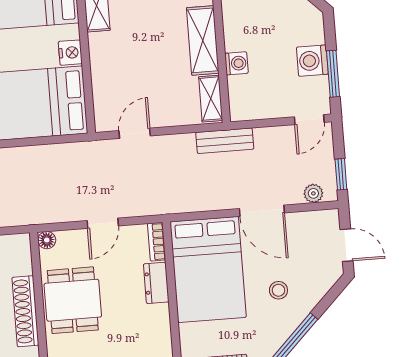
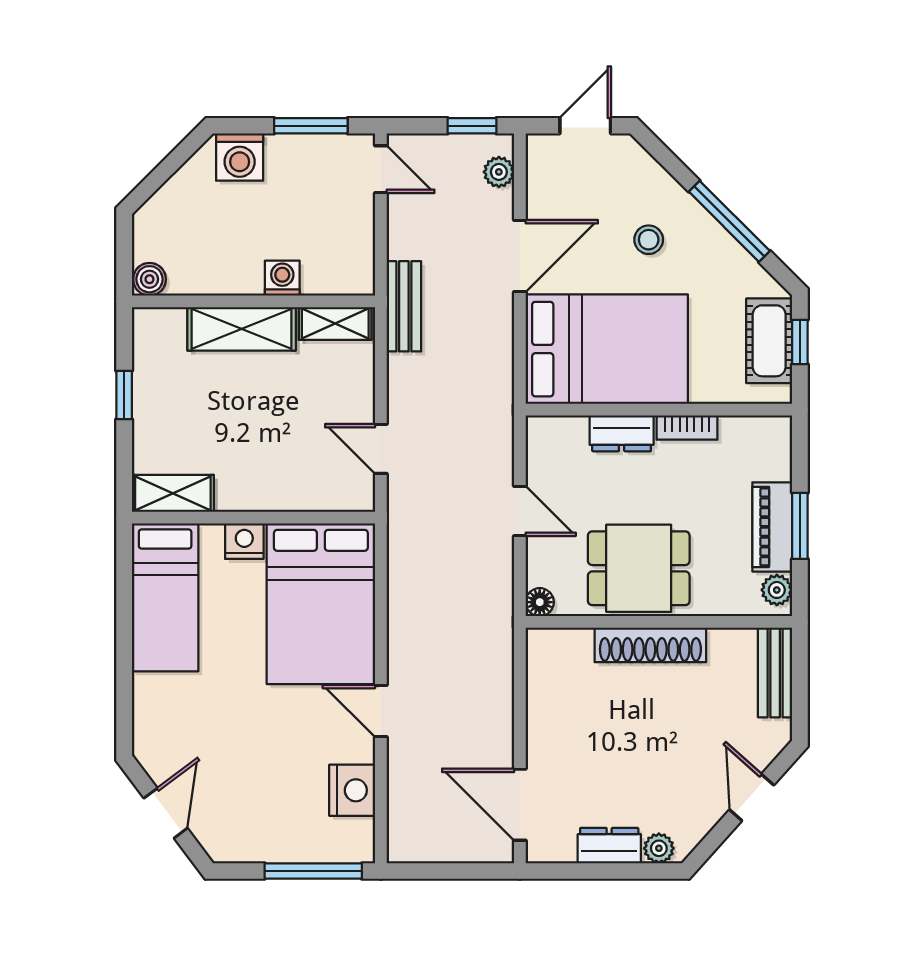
washing machine: (312, 61) -> (240, 157), moved
bookcase: (157, 242) -> (687, 427), moved

